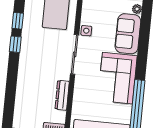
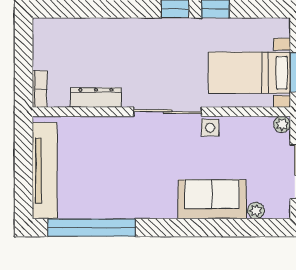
corner sofa: (117, 78) -> (135, 189), removed

